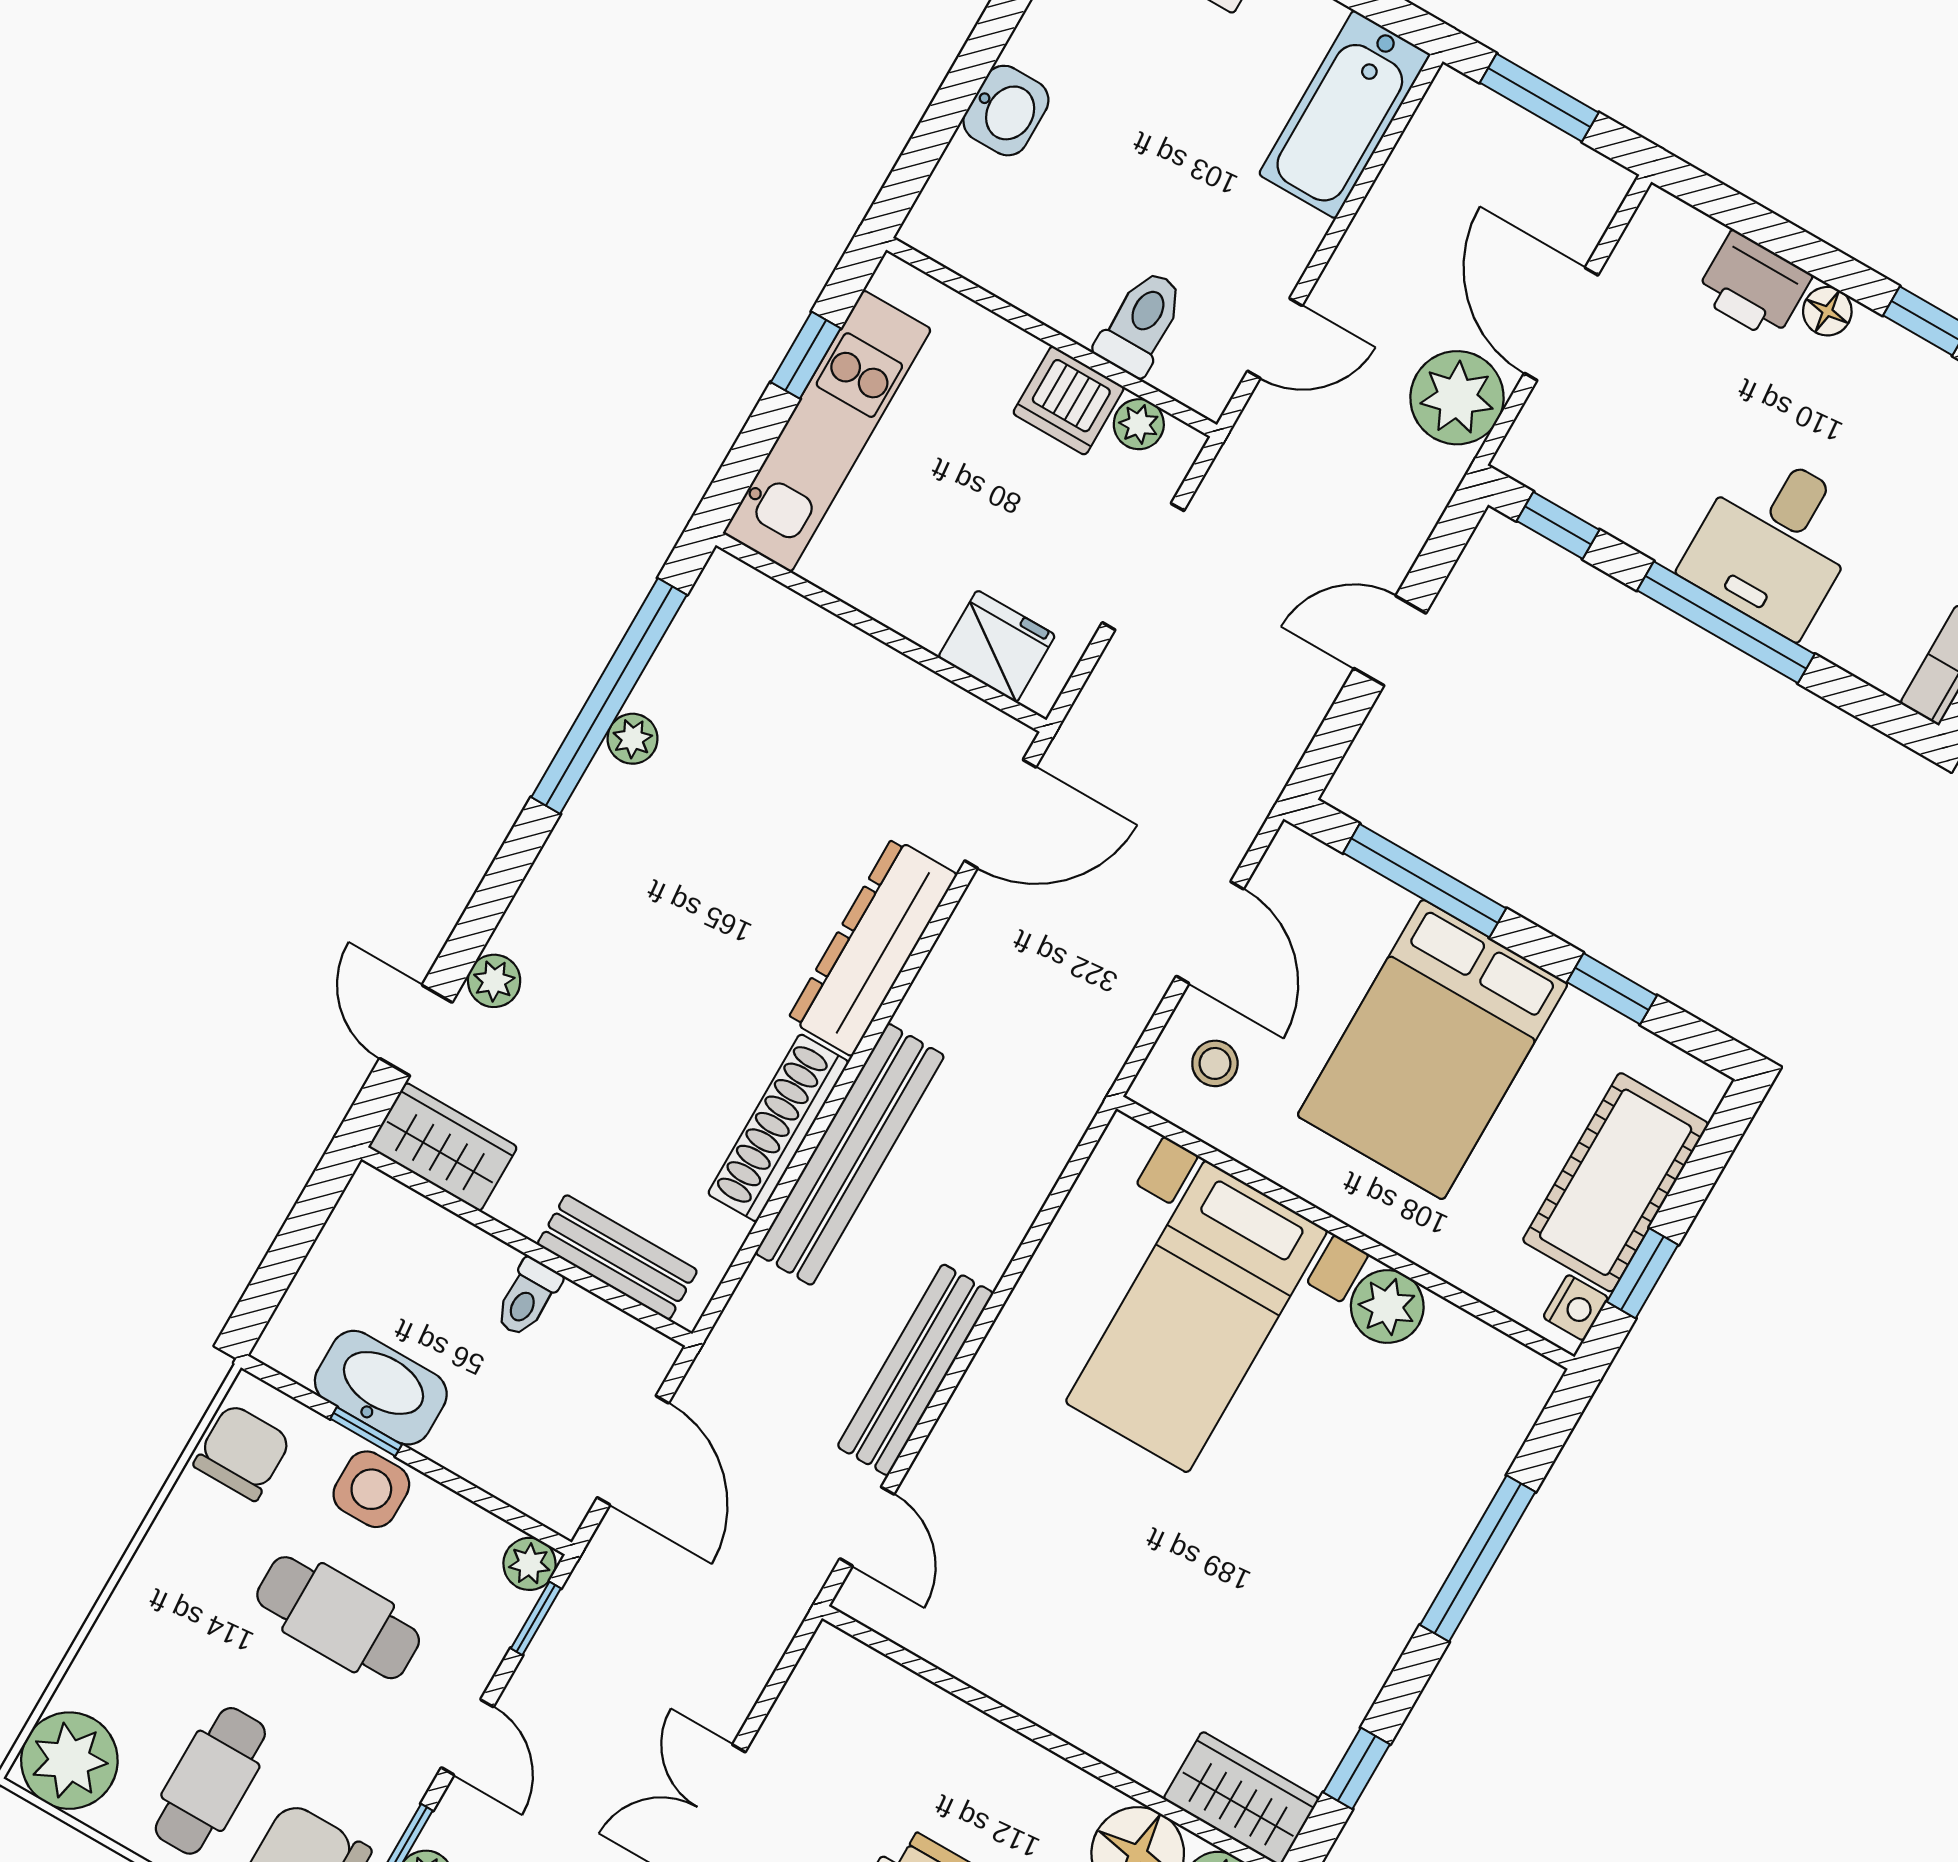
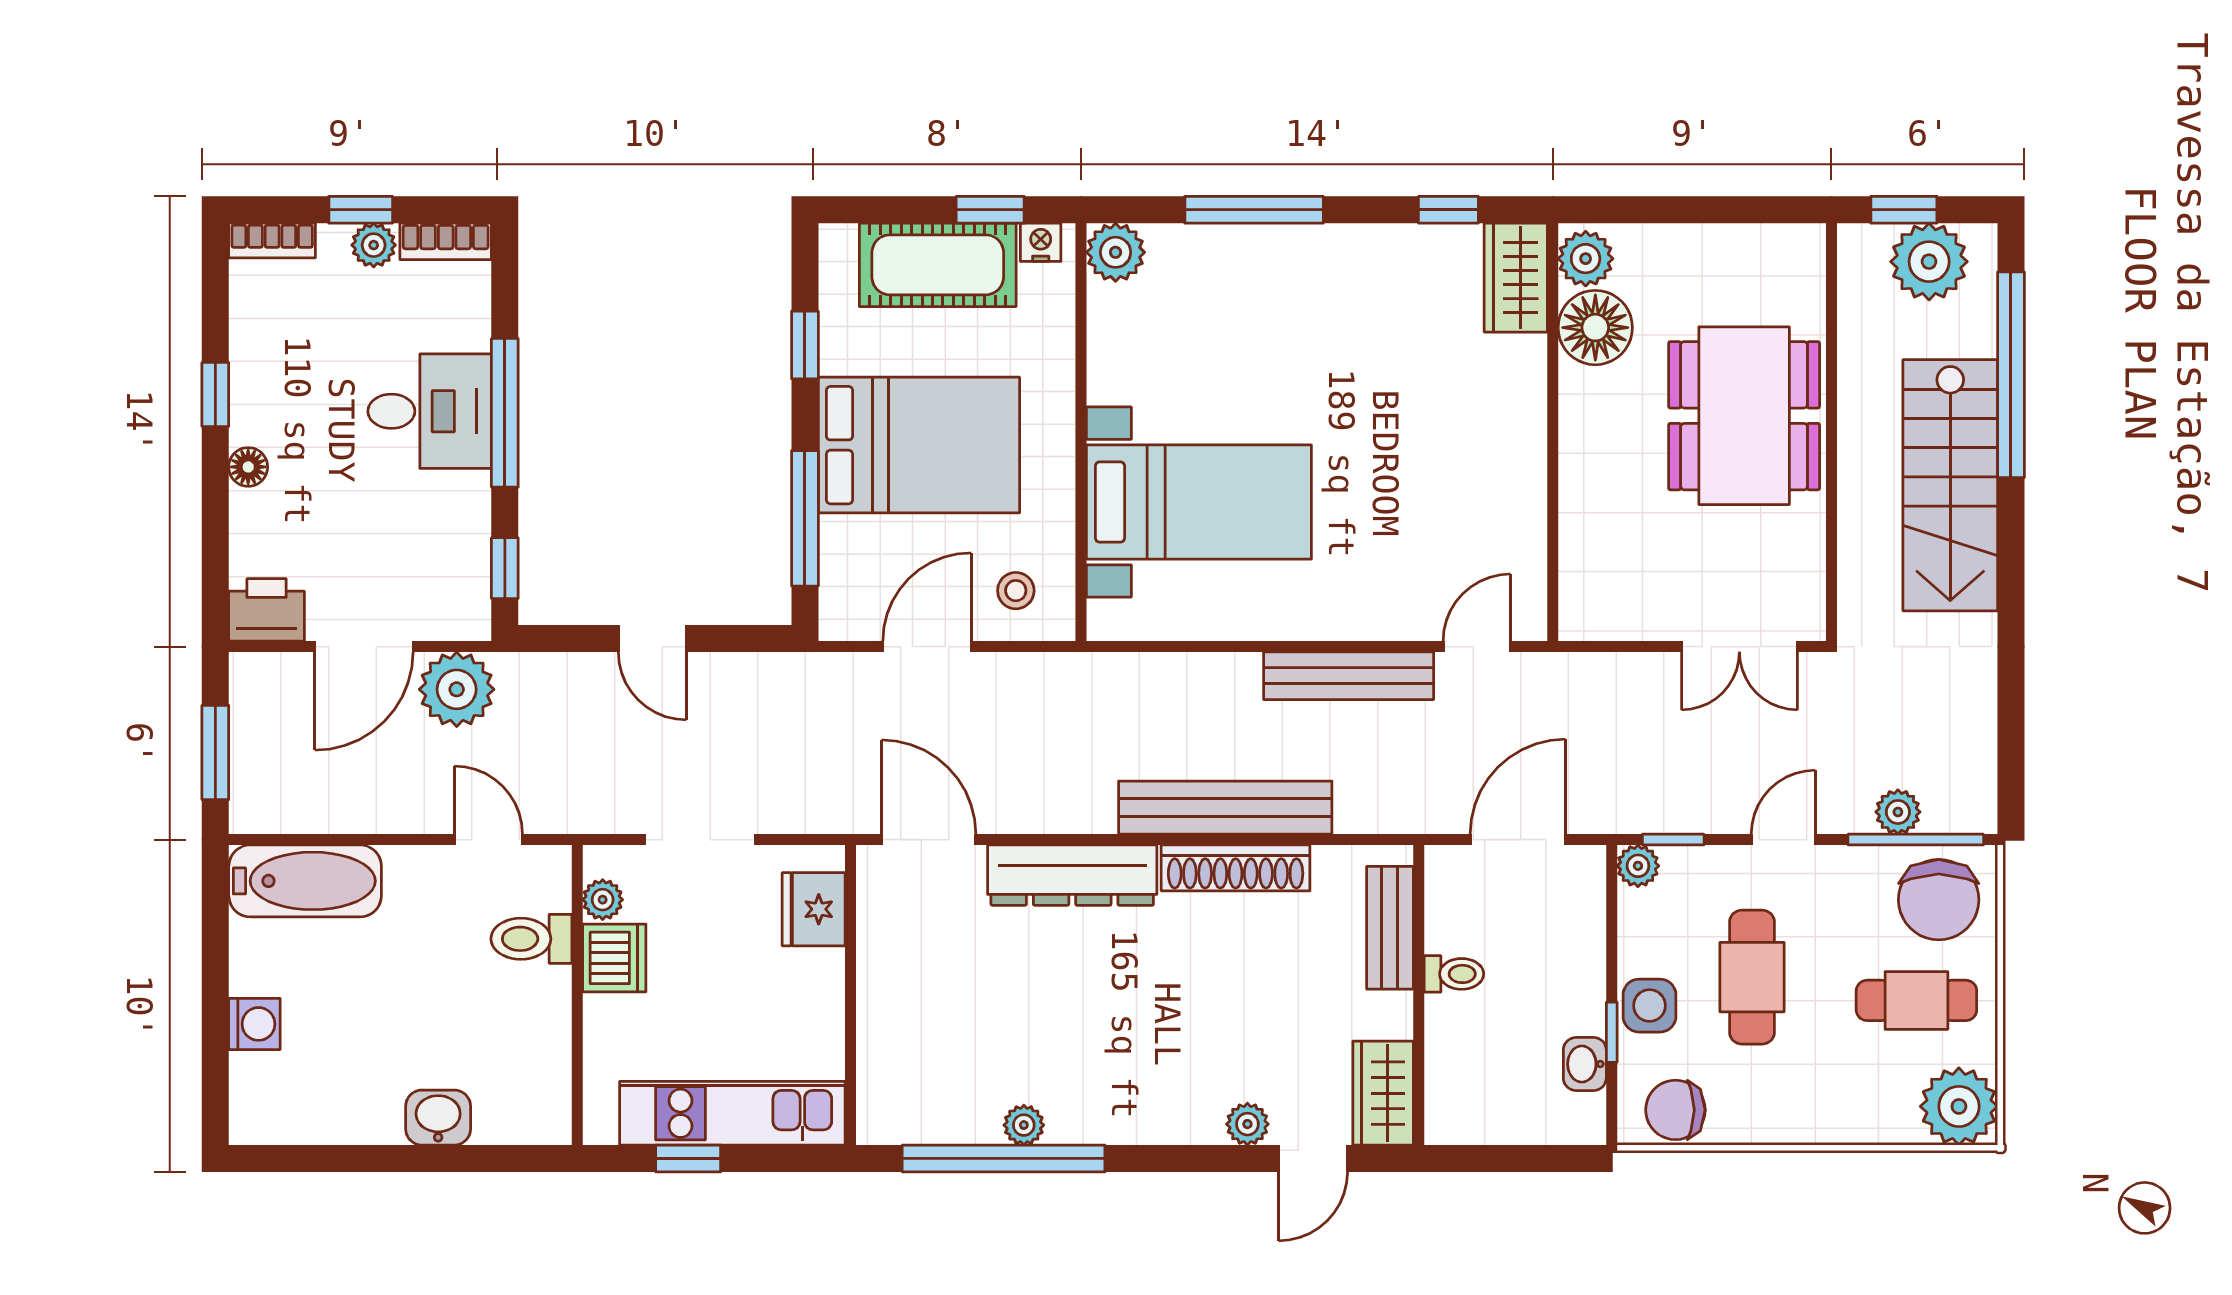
printer: (1753, 286) -> (267, 610), moved, turned -90
plant: (1387, 1307) -> (1116, 252), moved
washbasin: (381, 1388) -> (1585, 1064), width x0.52, depth x0.69

